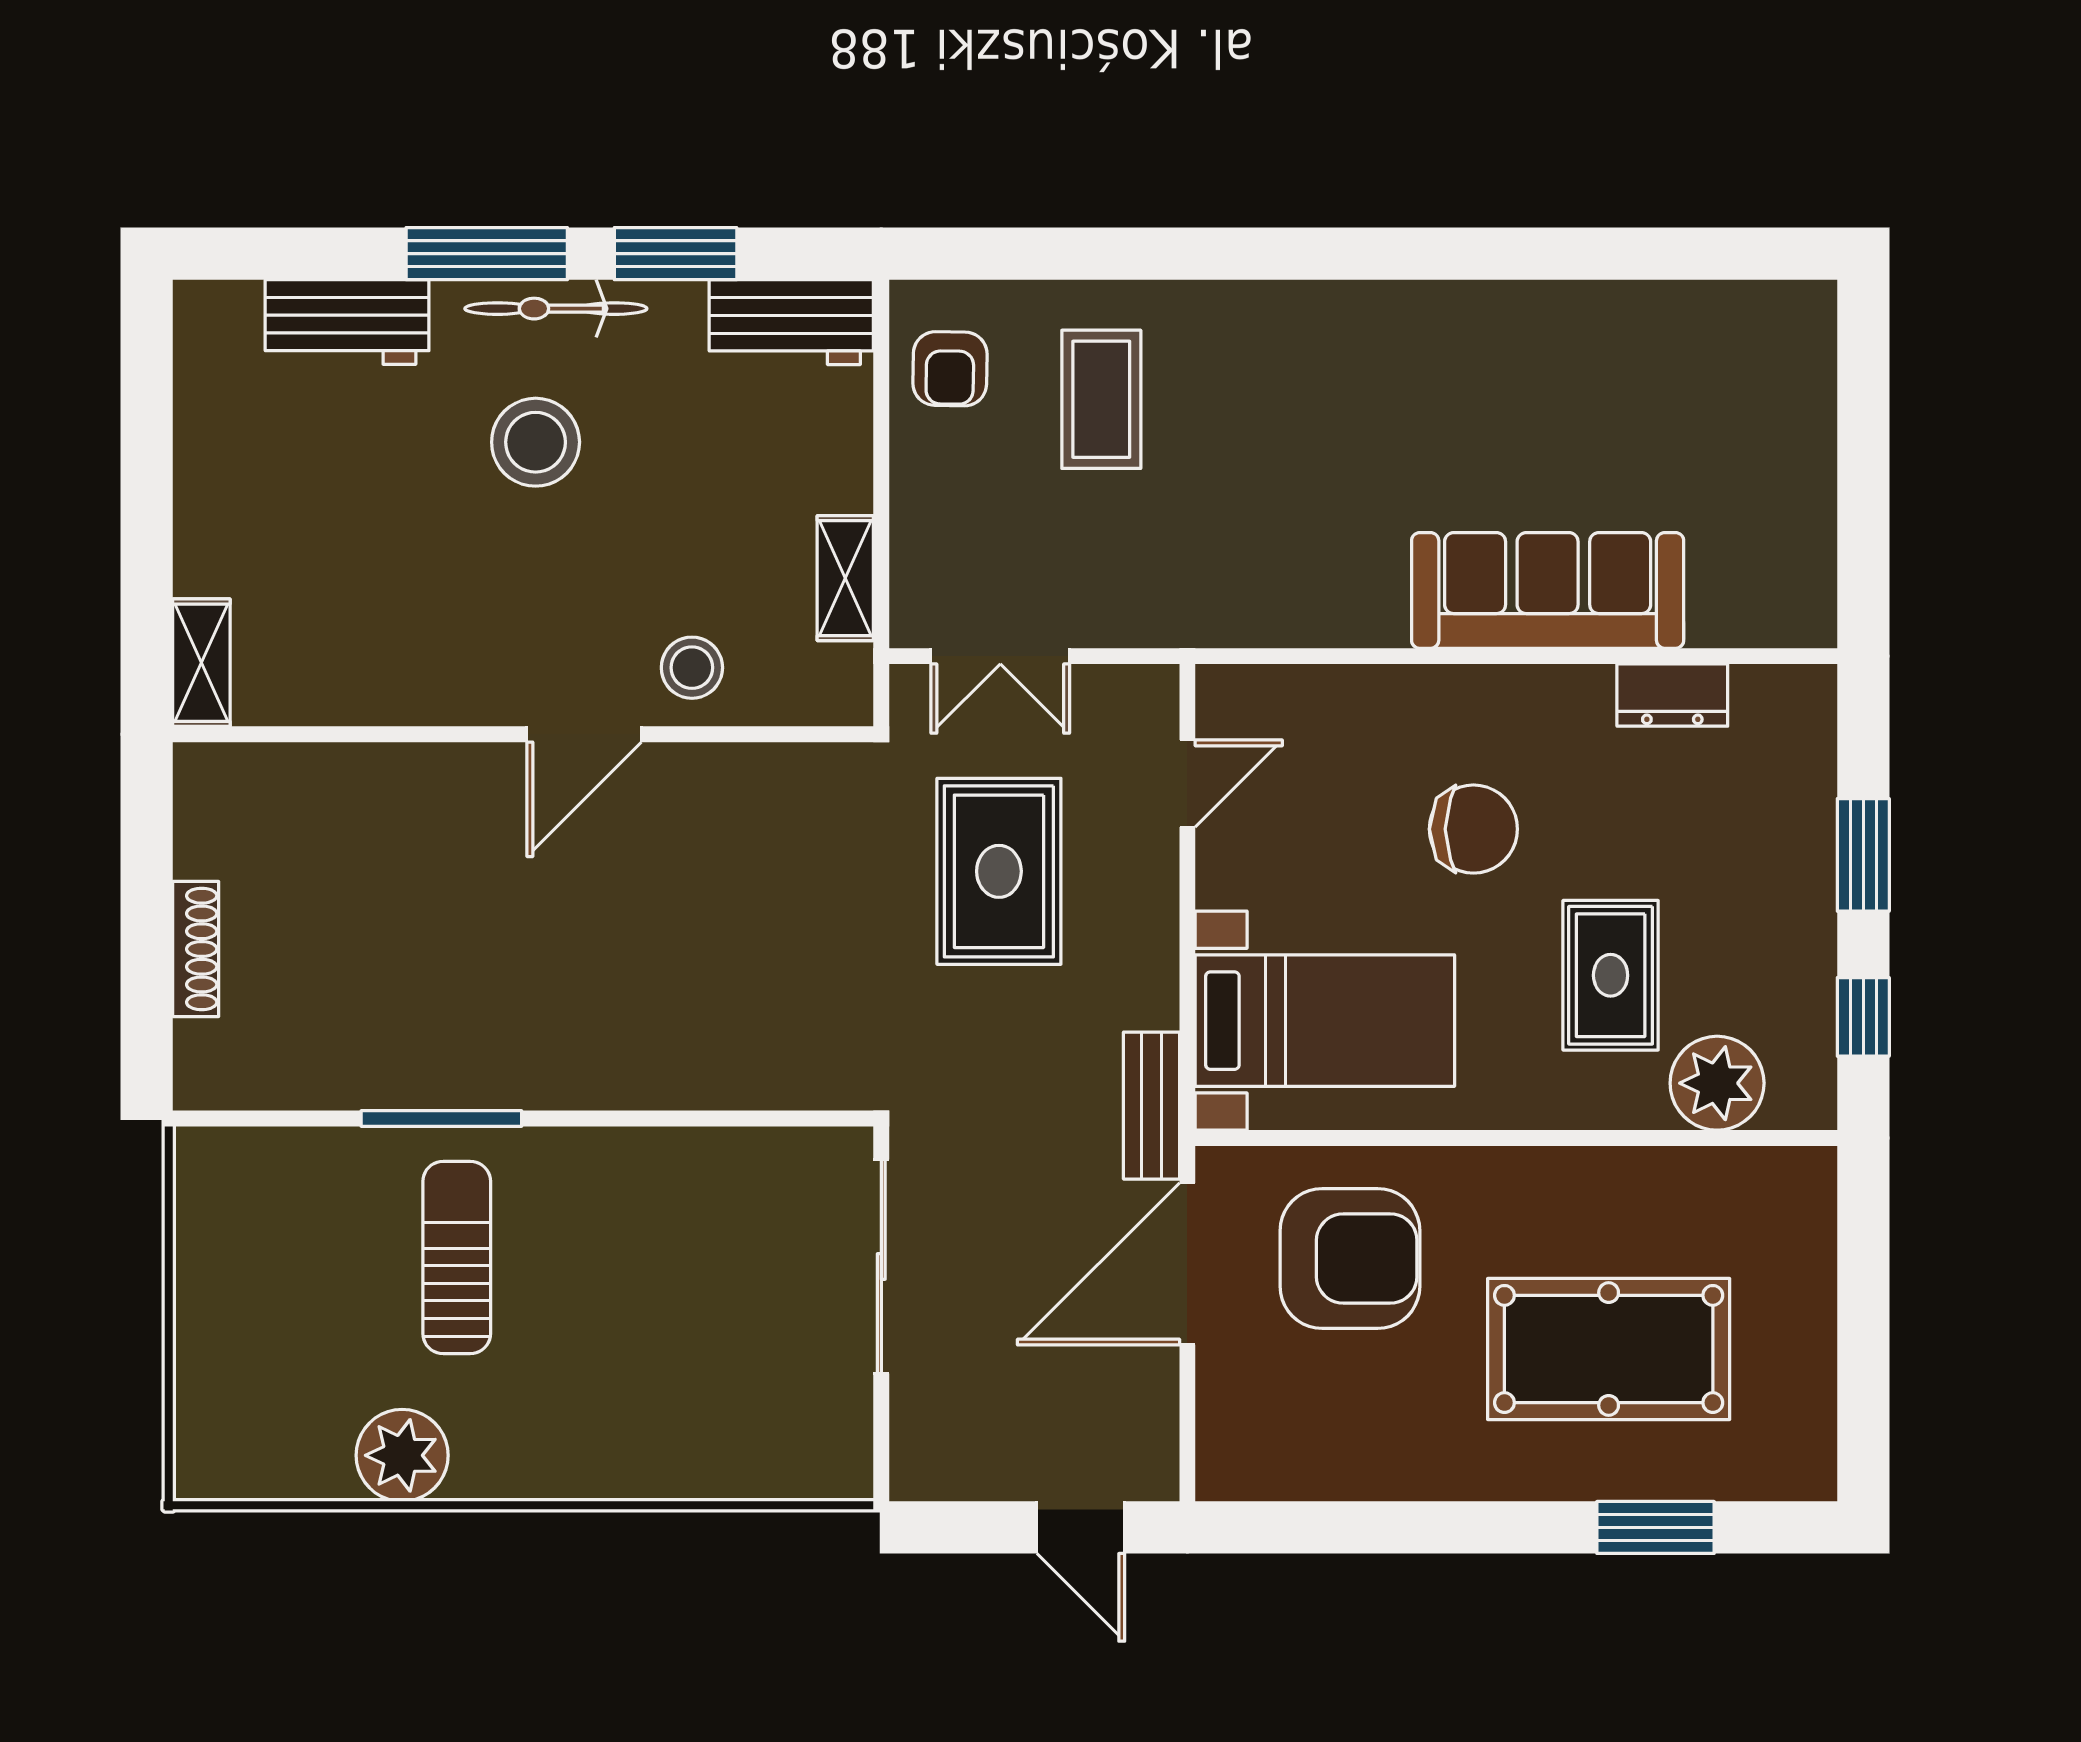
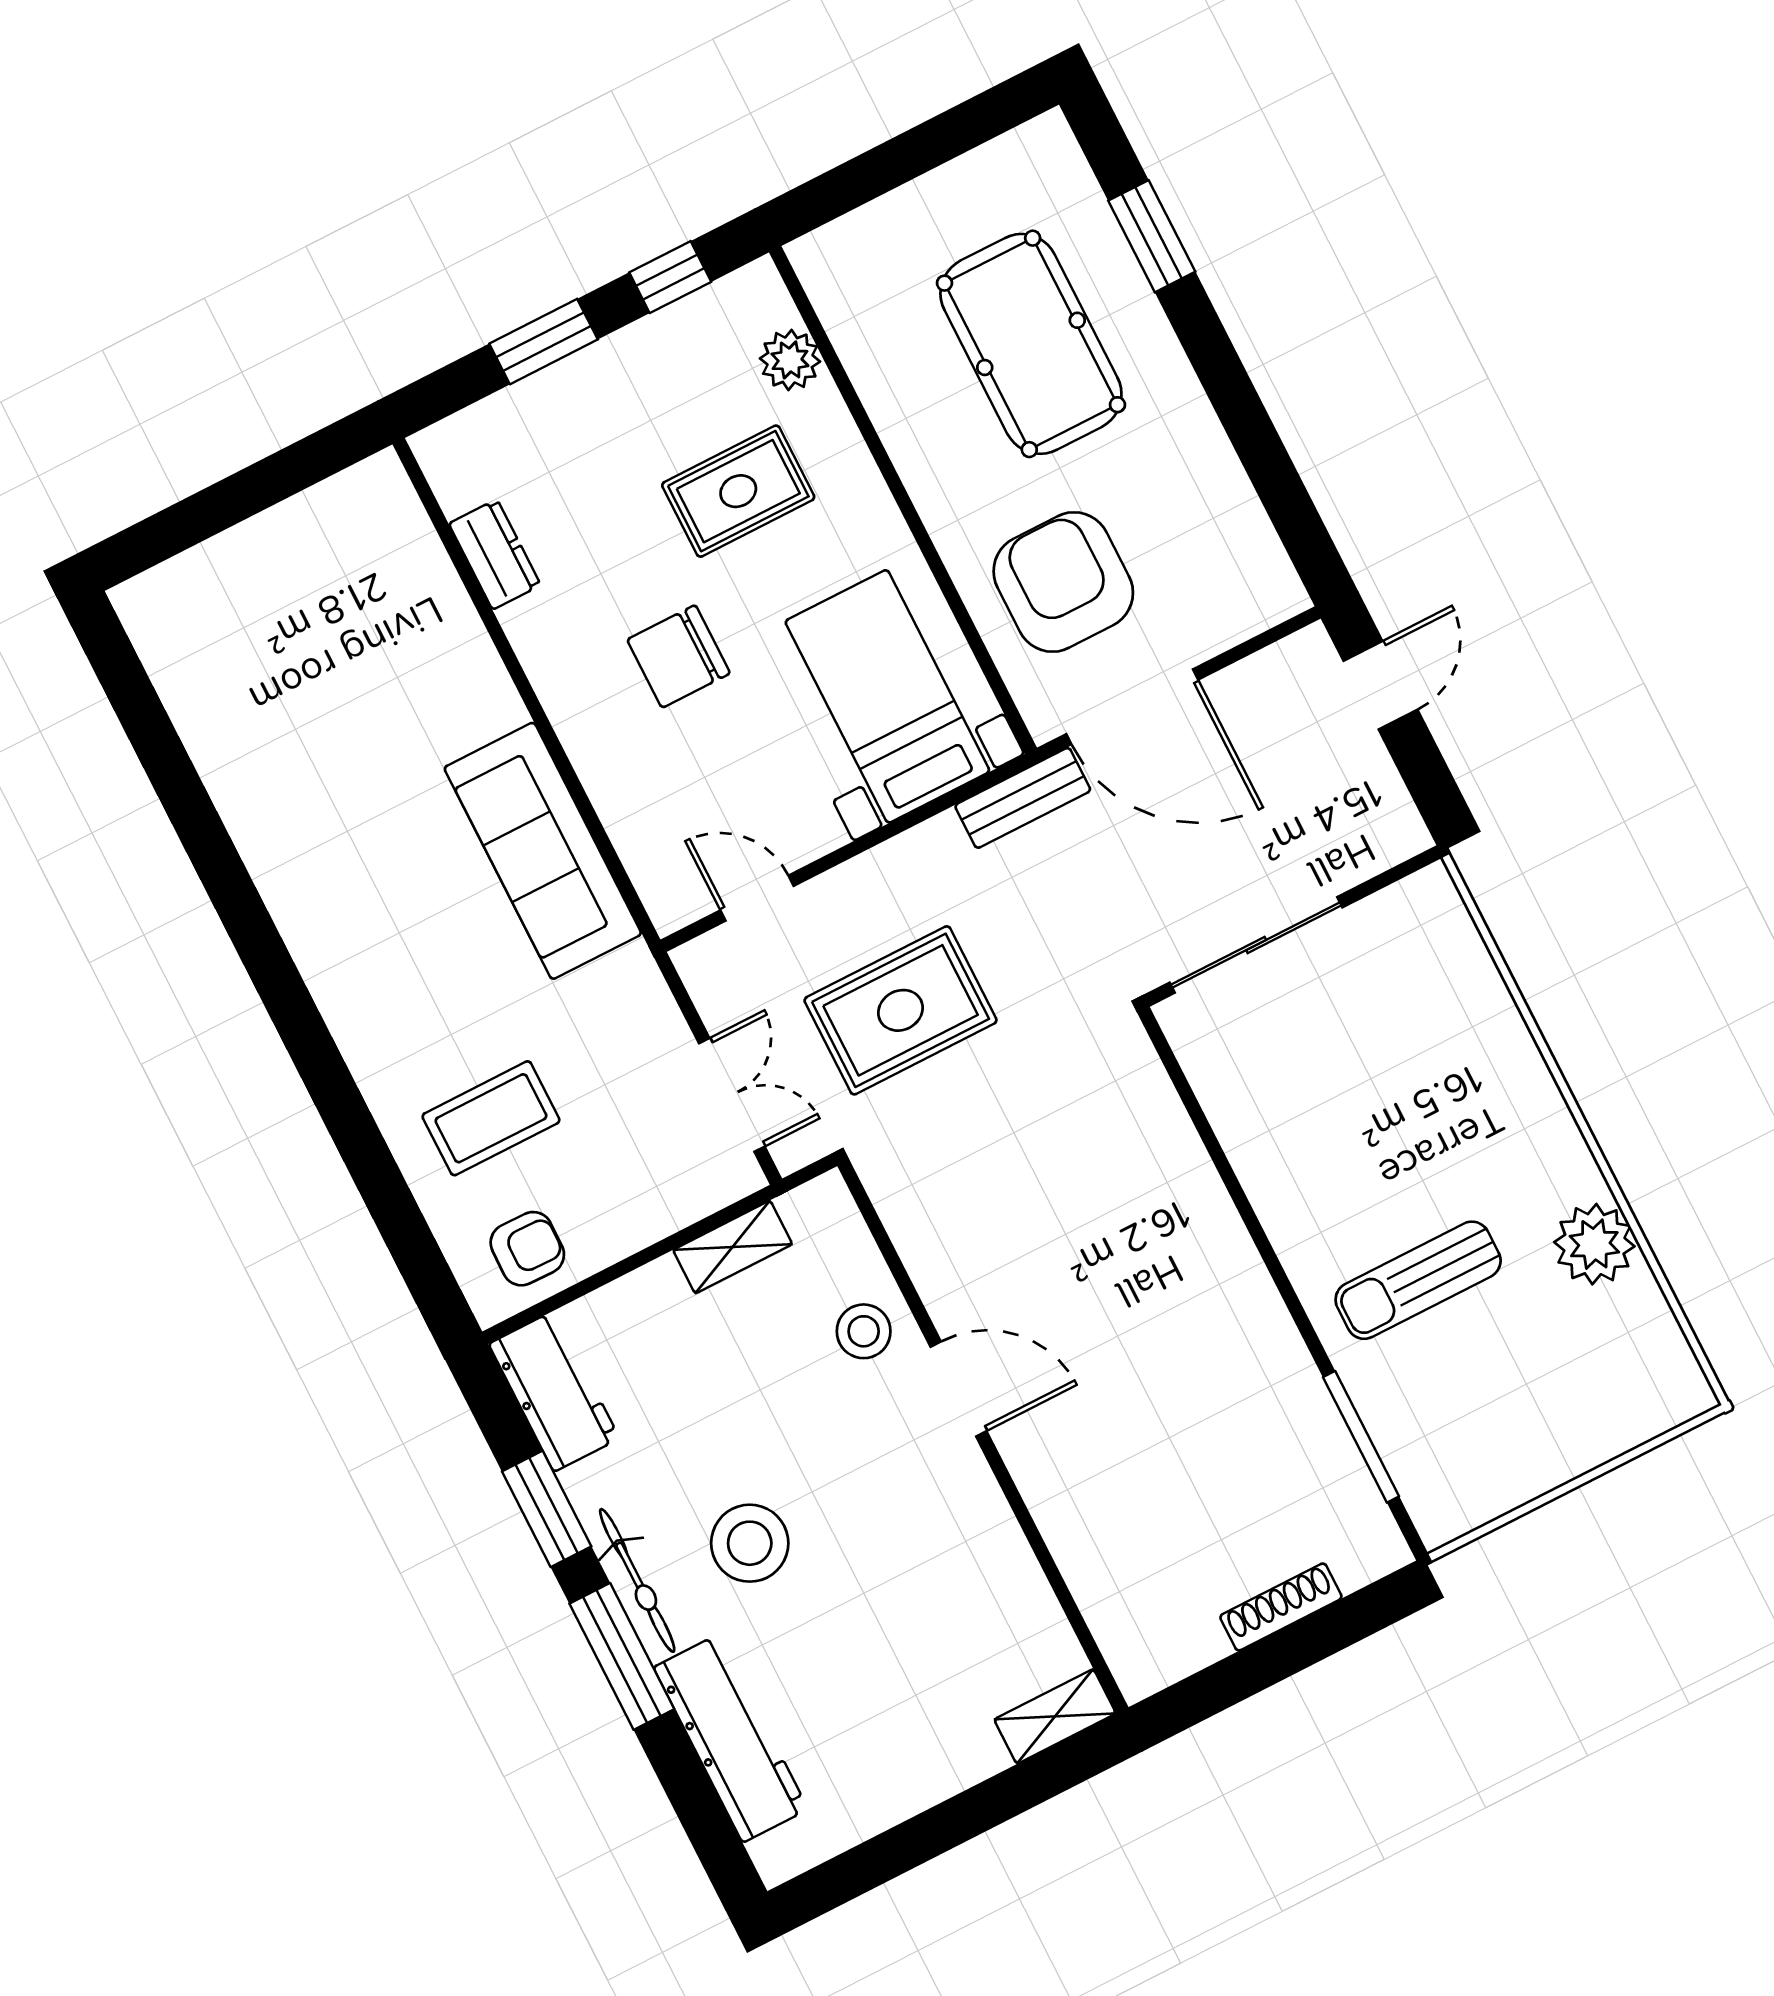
workbench: (347, 322) -> (731, 1738), width x1.38
sofa: (1548, 590) -> (543, 851), moved
chair: (1473, 829) -> (679, 656), turned -90
plant: (1717, 1083) -> (790, 360), width x0.73, depth x0.73
window: (441, 1118) -> (1361, 1437), moved

